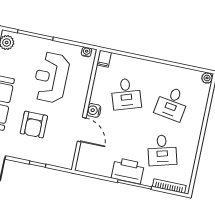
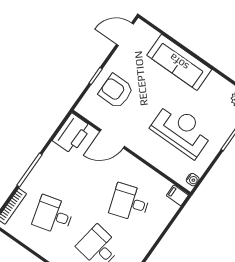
water cooler: (94, 110) -> (127, 161), removed
armchair: (34, 125) -> (116, 91), moved
printer: (128, 171) -> (72, 134), moved

